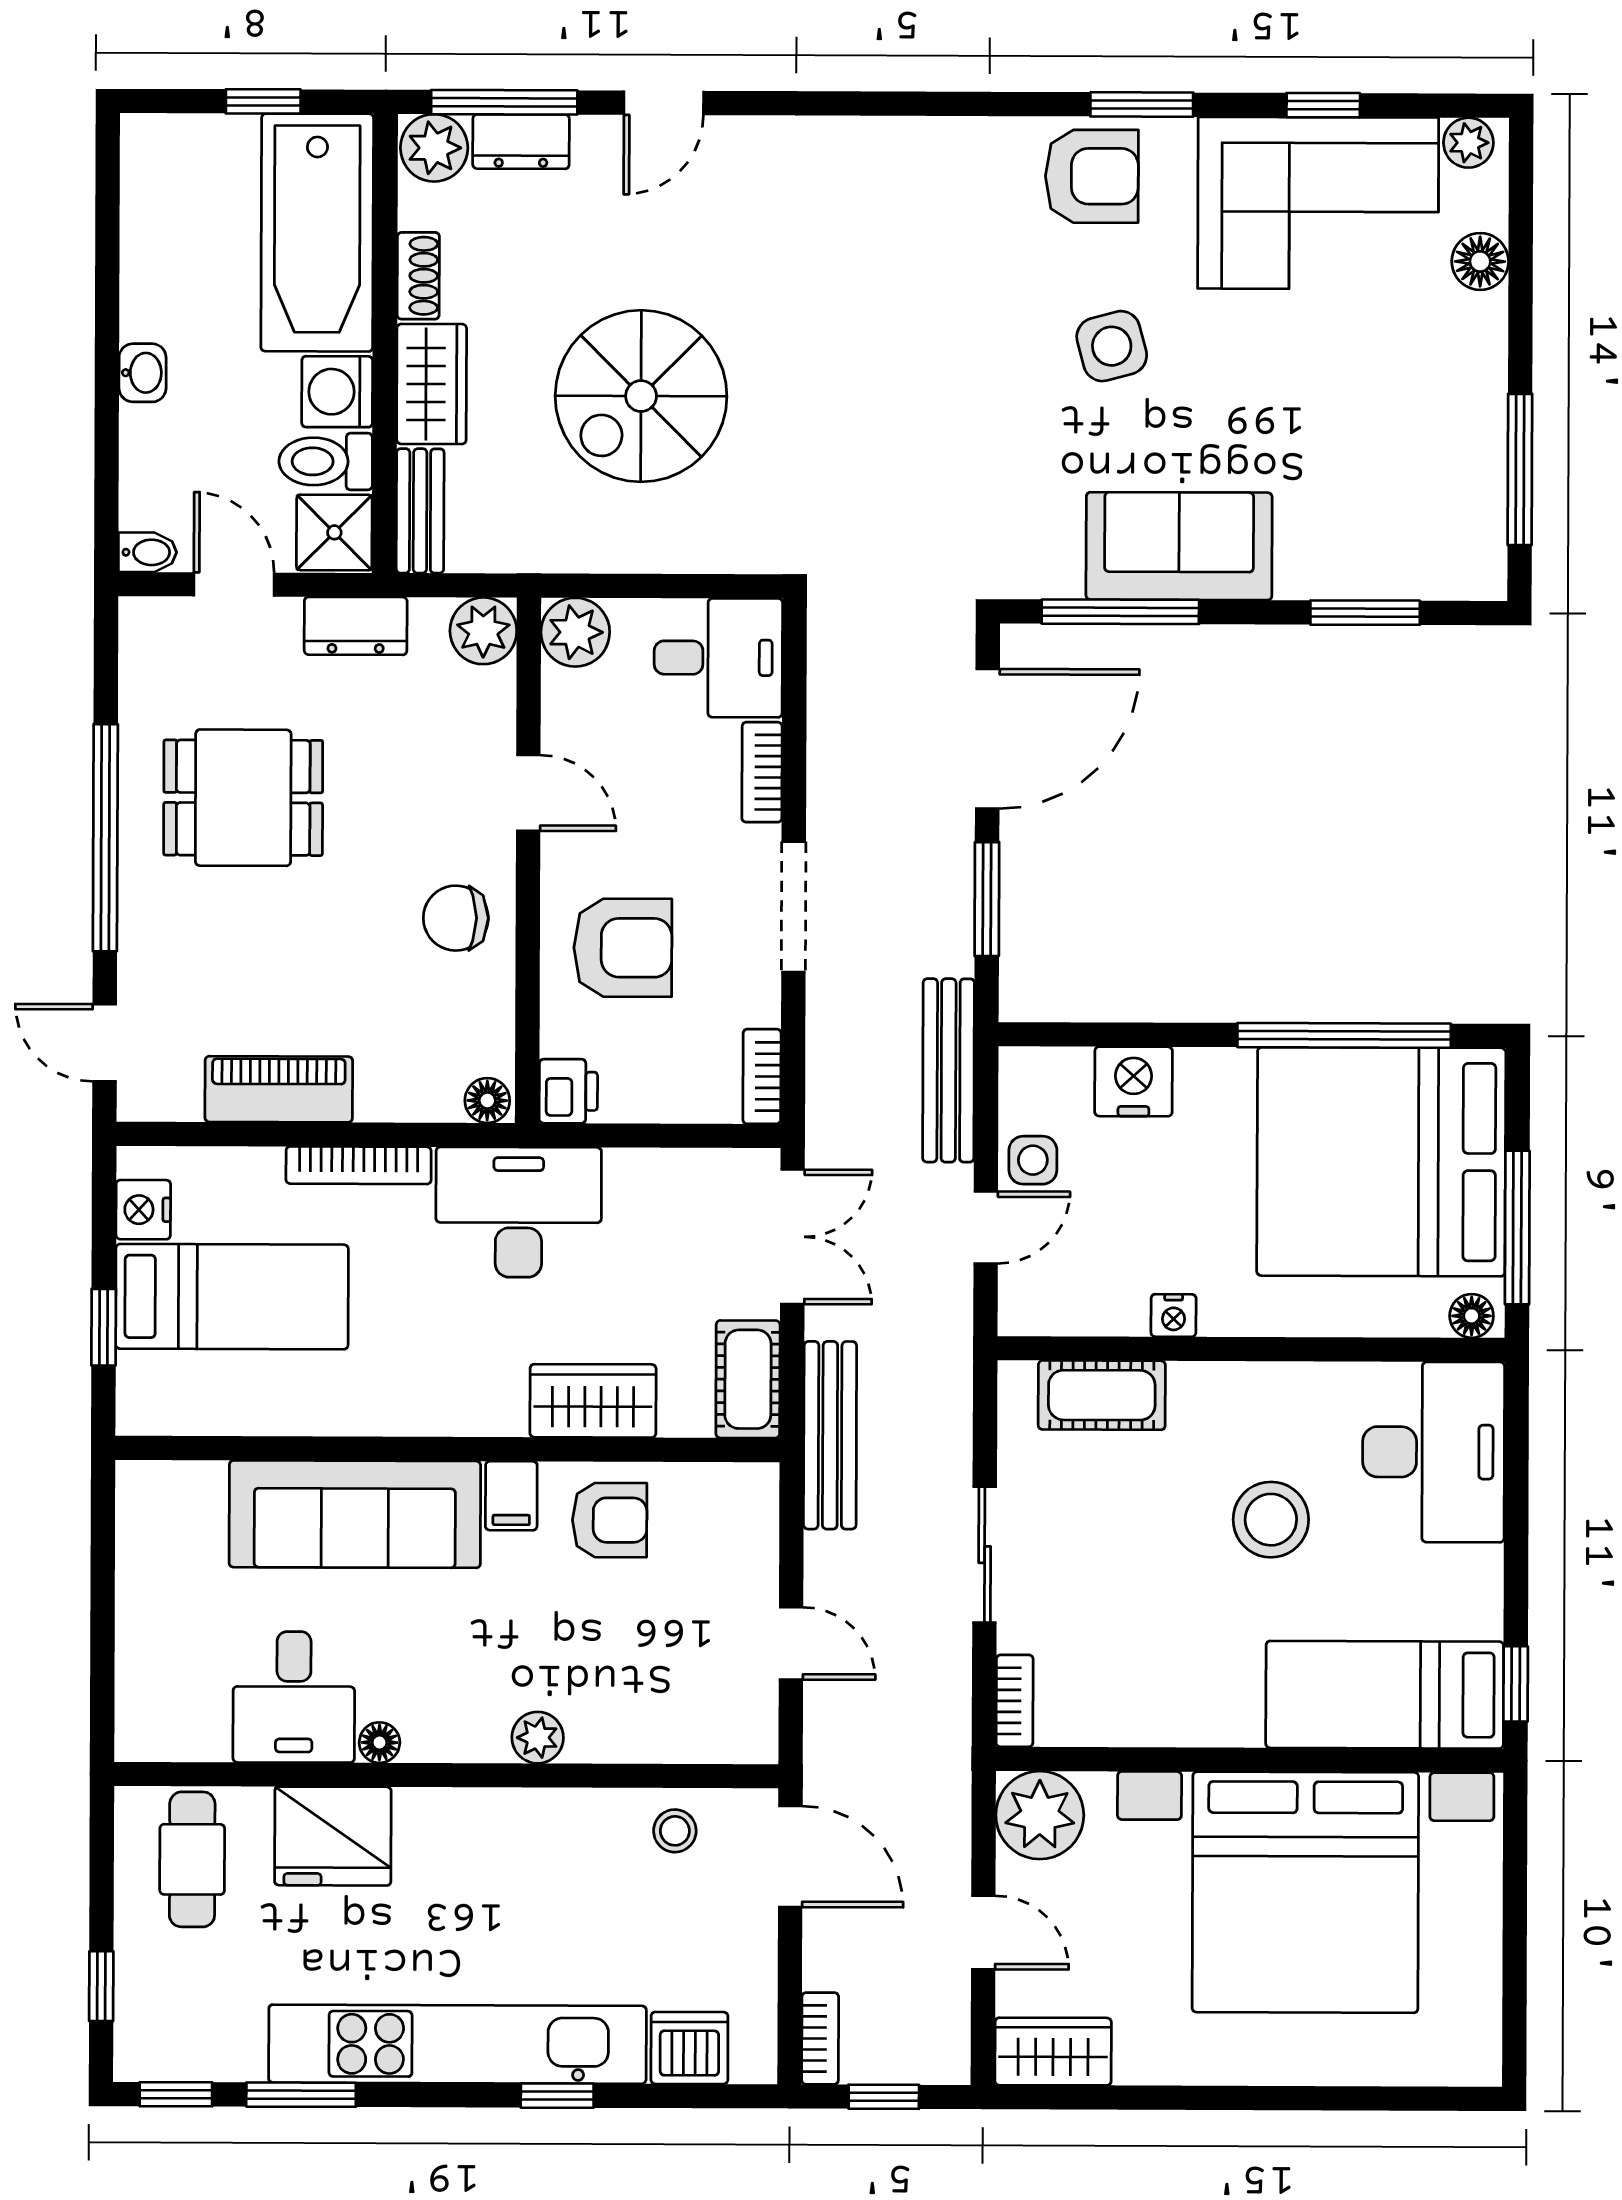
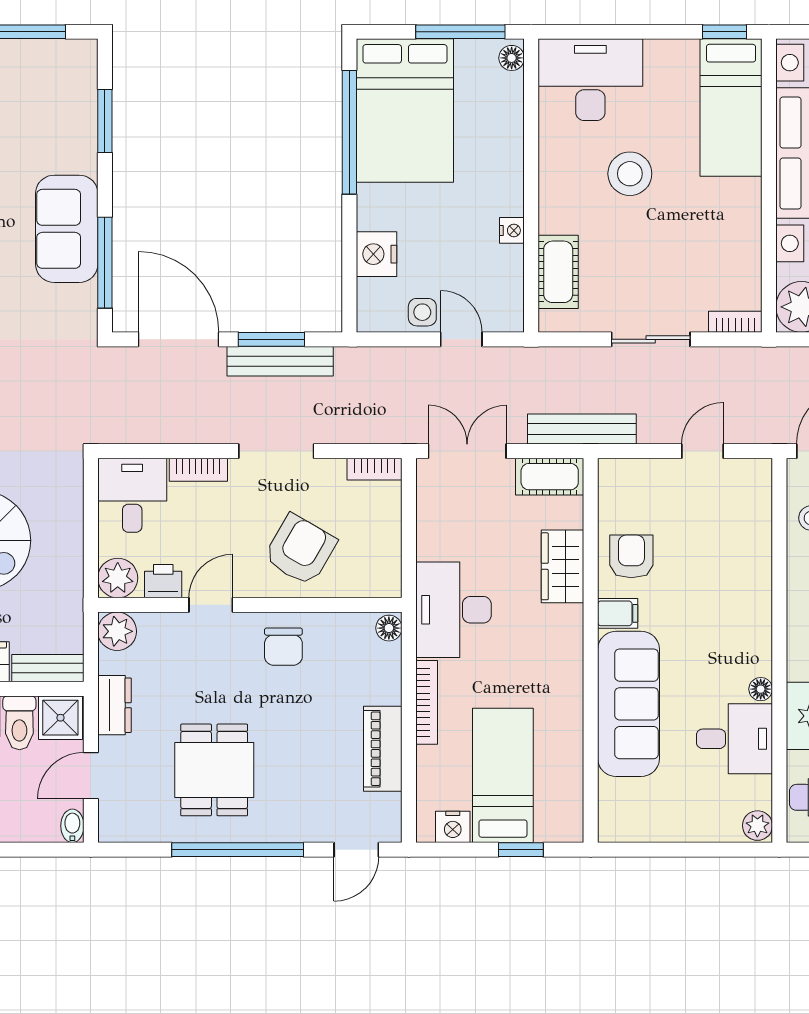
armchair: (623, 948) -> (300, 550), turned 30
bench: (949, 1070) -> (280, 361), moved
printer: (568, 1091) -> (163, 581), moved
bed: (1381, 1162) -> (405, 111), width x0.73
plant: (538, 1738) -> (757, 826), moved

